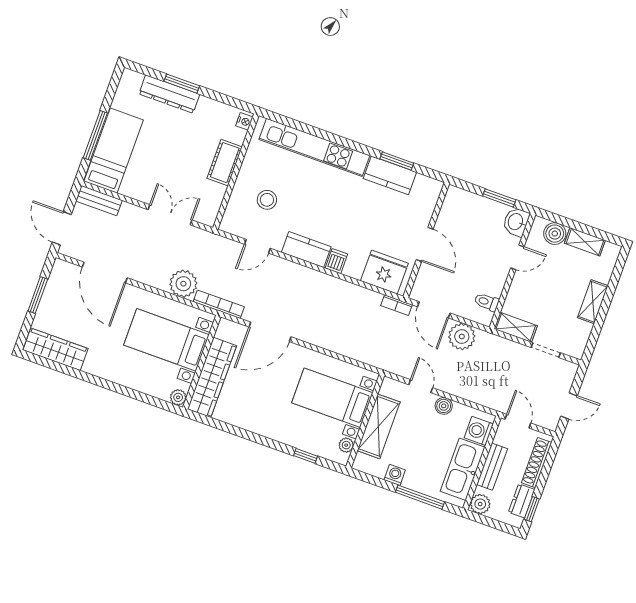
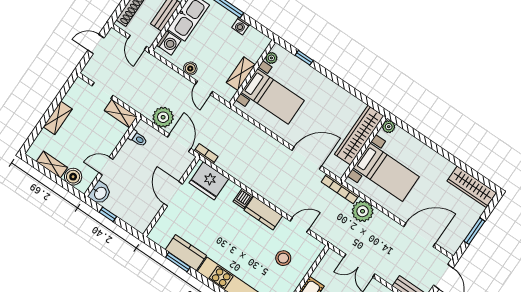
window: (499, 198) -> (108, 214), width x0.67
door: (105, 272) -> (420, 235), hinge flipped
shelving: (379, 426) -> (241, 74), width x0.67, depth x0.75

